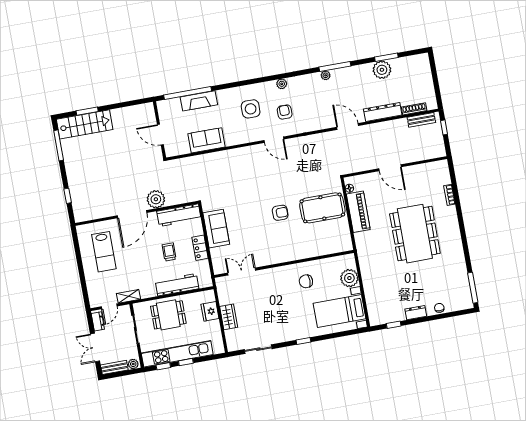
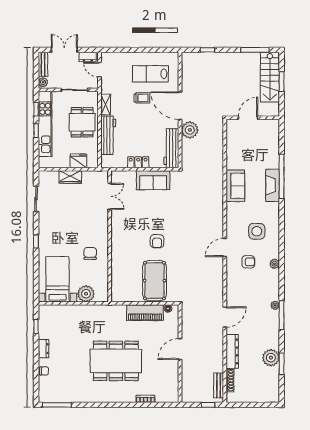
wall: (160, 130) -> (253, 118), moved
door: (160, 135) -> (248, 118), moved
trolley: (169, 252) -> (142, 98), moved
shelving: (128, 296) -> (106, 105), moved

